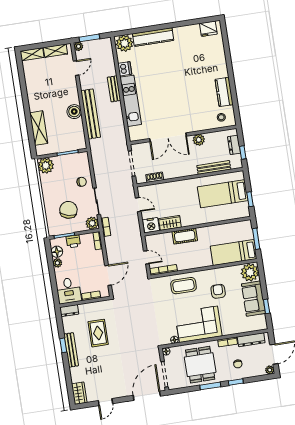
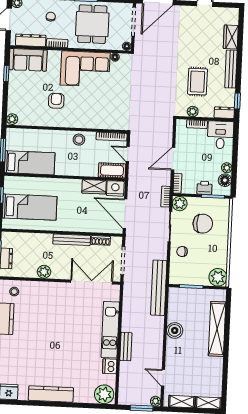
kitchen counter: (153, 37) -> (51, 394), moved
door: (76, 68) -> (163, 378), hinge flipped
bench: (91, 114) -> (159, 288), moved
shelving: (39, 128) -> (217, 329), width x1.47
double door: (168, 137) -> (92, 282), moved
bench: (214, 167) -> (72, 240), moved
door: (138, 205) -> (125, 214), width x1.87
chair: (68, 210) -> (203, 224), turned -105
cot: (185, 236) -> (112, 170), moved
bed: (234, 252) -> (30, 163), moved
stool: (191, 261) -> (79, 140), added
plant: (250, 272) -> (12, 119), width x0.53, depth x0.53
door: (108, 275) -> (173, 159), moved
coffee table: (184, 286) -> (93, 115), removed
armchair: (218, 291) -> (56, 101), turned 180
sofa: (253, 299) -> (28, 60), moved, turned 90
plant: (97, 306) -> (193, 111), added
window: (63, 345) -> (237, 101), moved
wardrobe: (79, 393) -> (231, 37), moved

